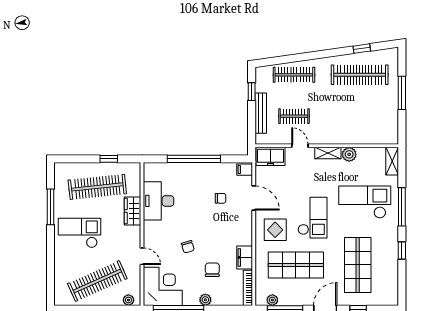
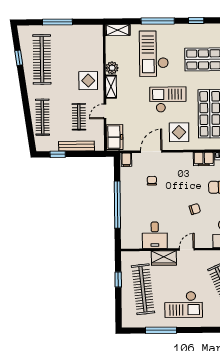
display table: (335, 127) -> (88, 81), added
desk: (159, 201) -> (155, 235), width x0.73
checkout: (80, 233) -> (184, 304), turned -90
door: (142, 256) -> (187, 249), moved

